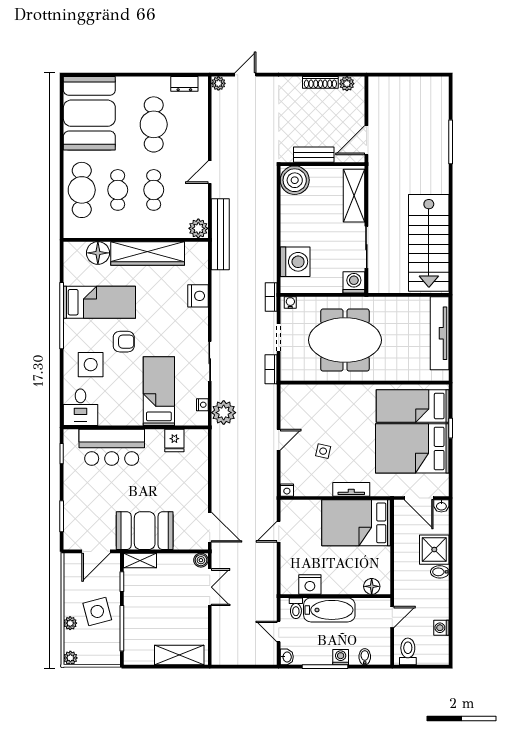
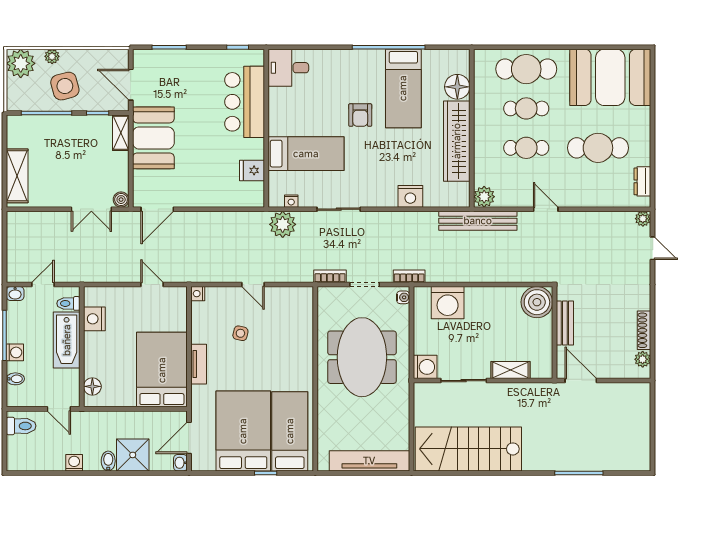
shelving: (354, 196) -> (510, 370), width x0.67, depth x0.75
side table: (91, 365) -> (335, 79), removed
washing machine: (441, 628) -> (74, 463), moved
plant: (70, 658) -> (21, 63), width x1.87, depth x1.87

